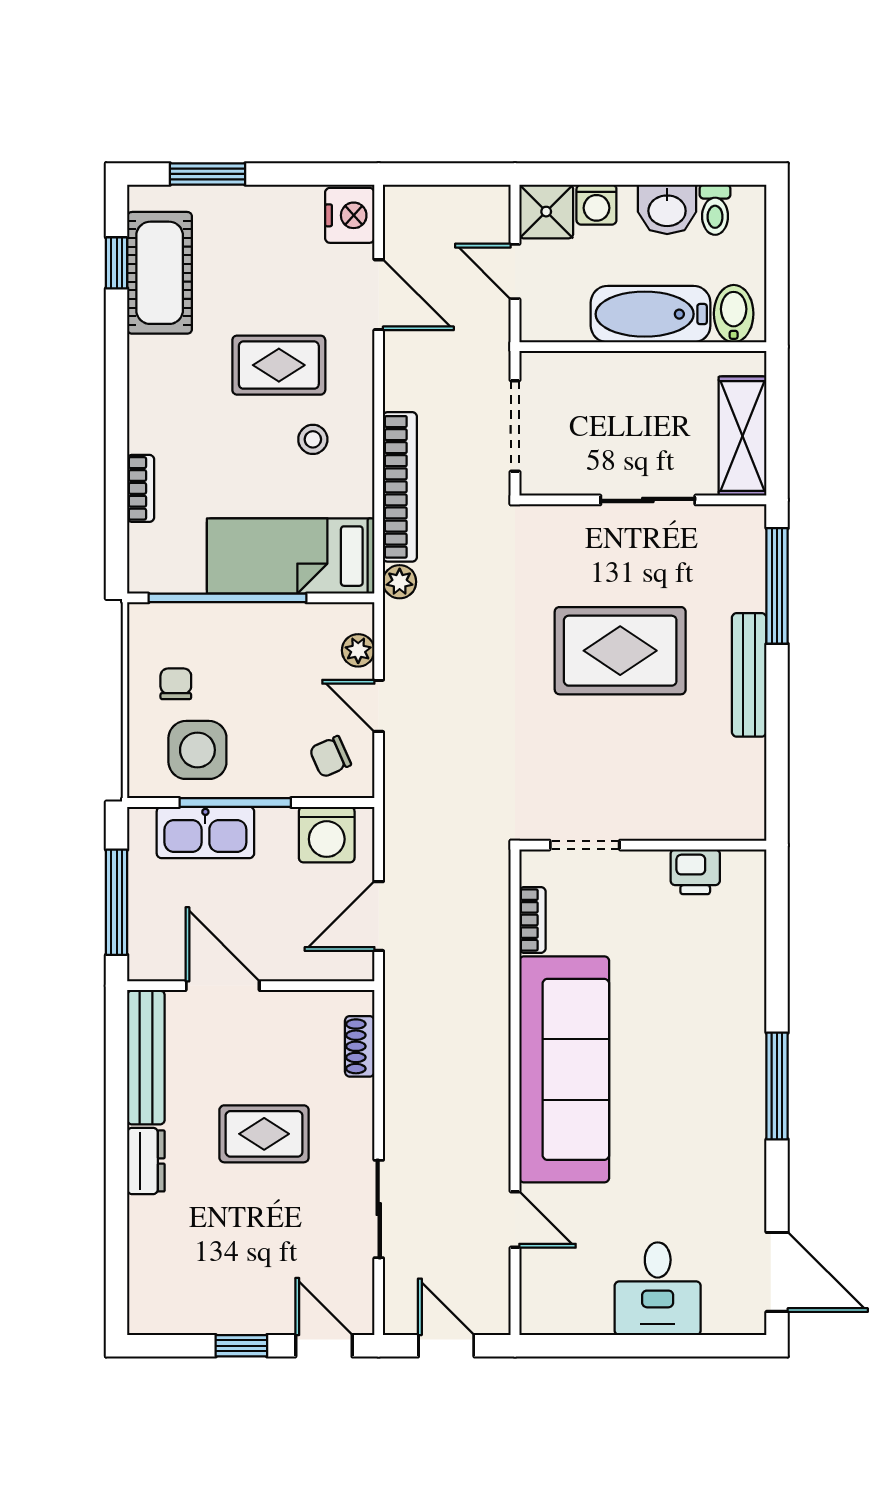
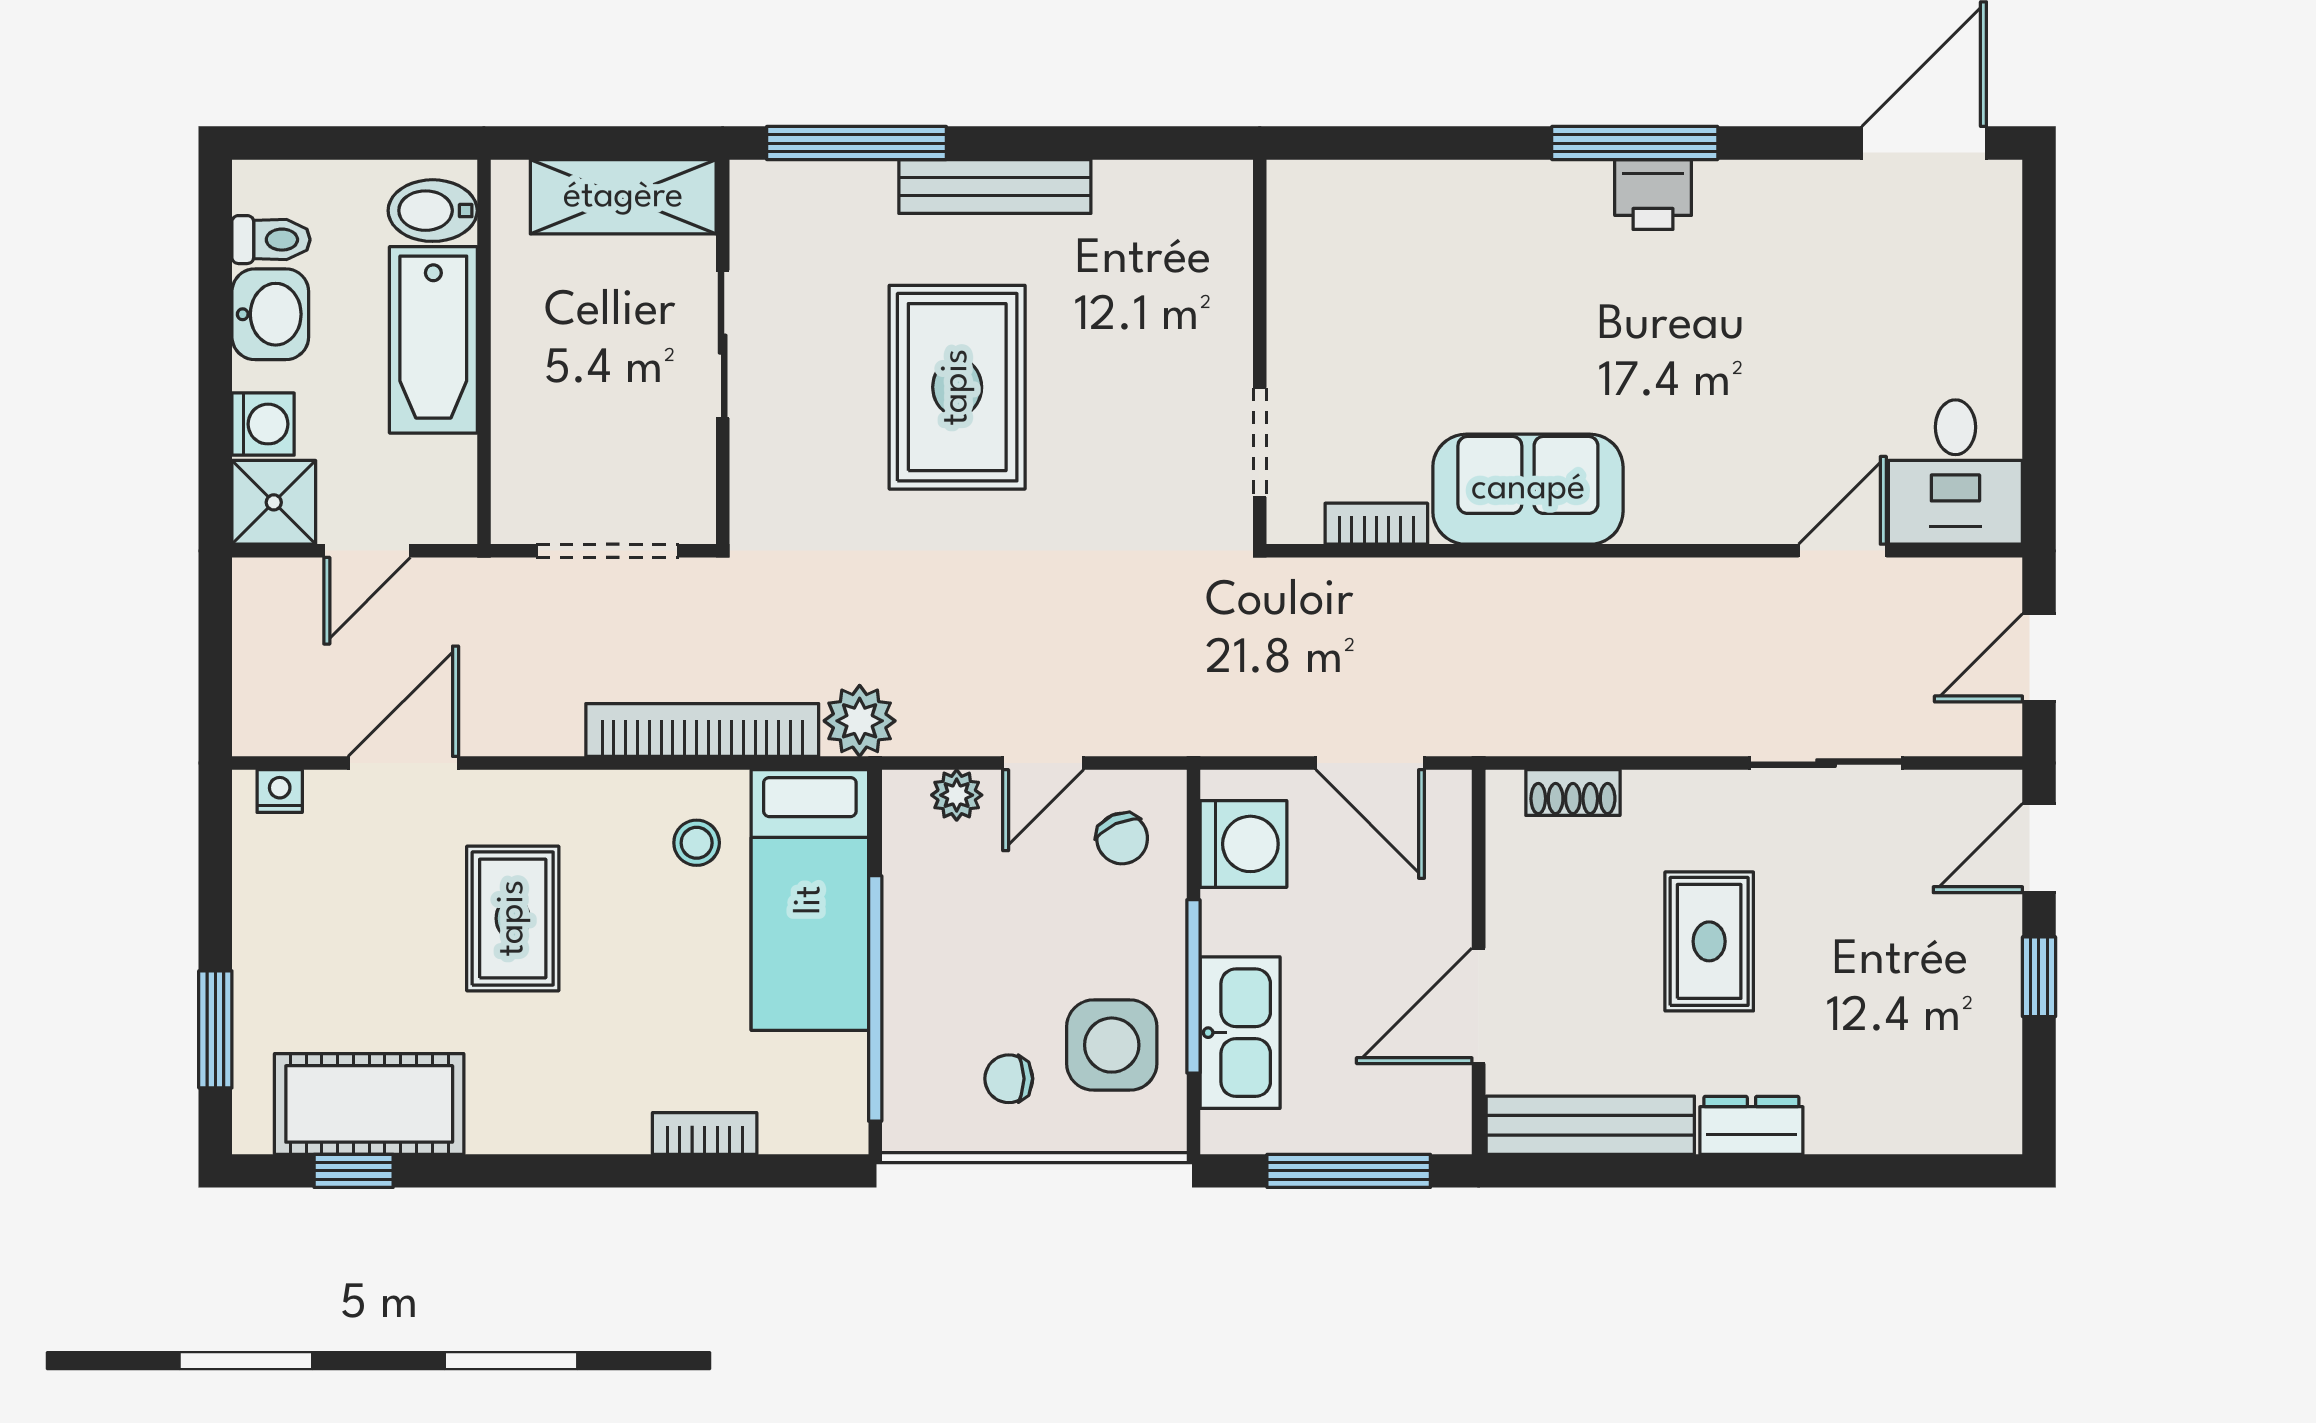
nightstand: (350, 215) -> (280, 791), width x0.53, depth x0.56
stool: (313, 439) -> (697, 843), moved
plant: (400, 582) -> (860, 721), width x1.38, depth x1.38
printer: (695, 872) -> (1653, 194), moved, turned 90
sofa: (564, 1069) -> (1528, 489), width x0.54, depth x0.79
desk: (658, 1289) -> (1955, 472), moved, turned 90

